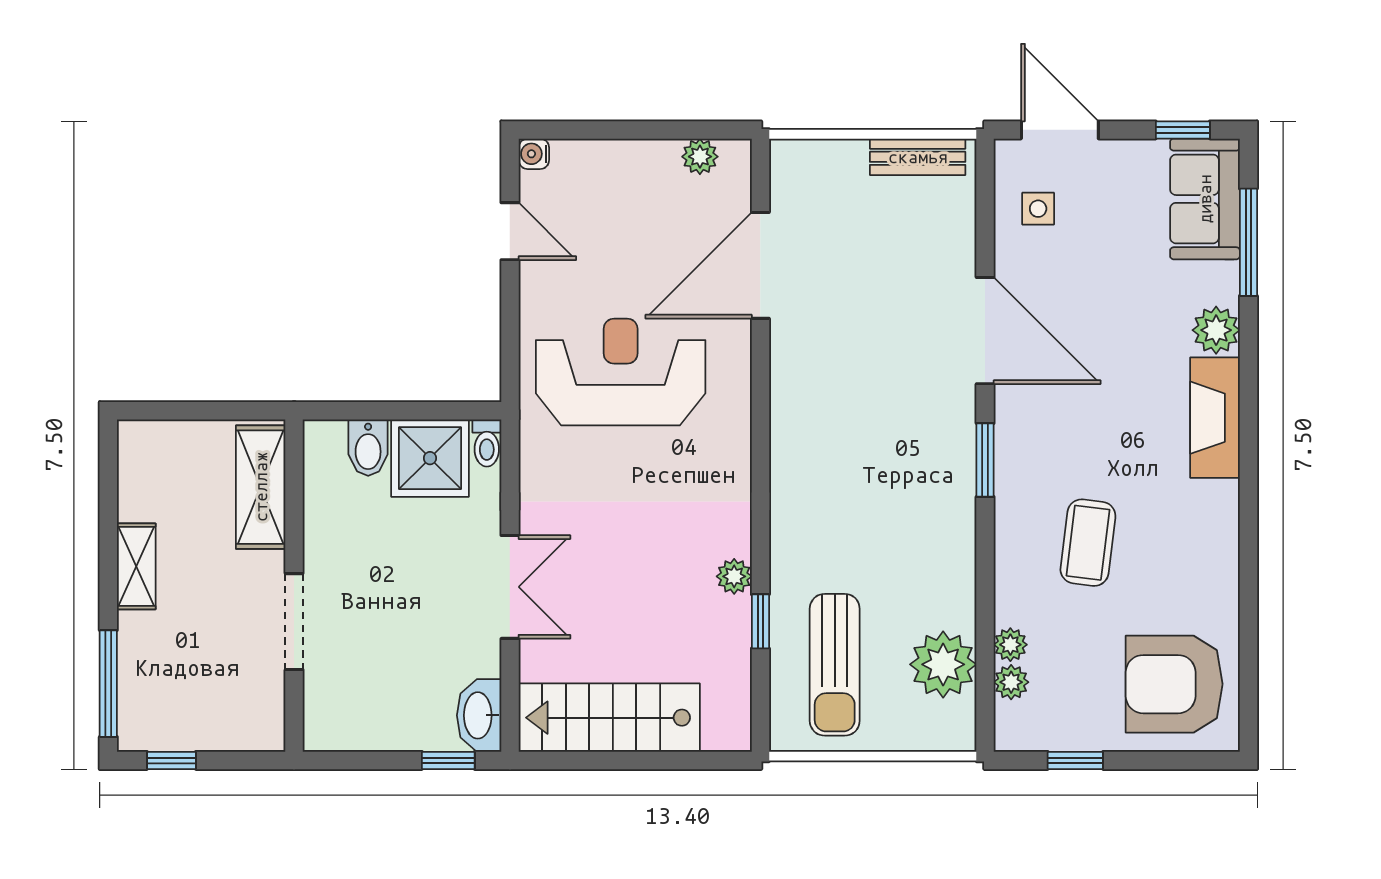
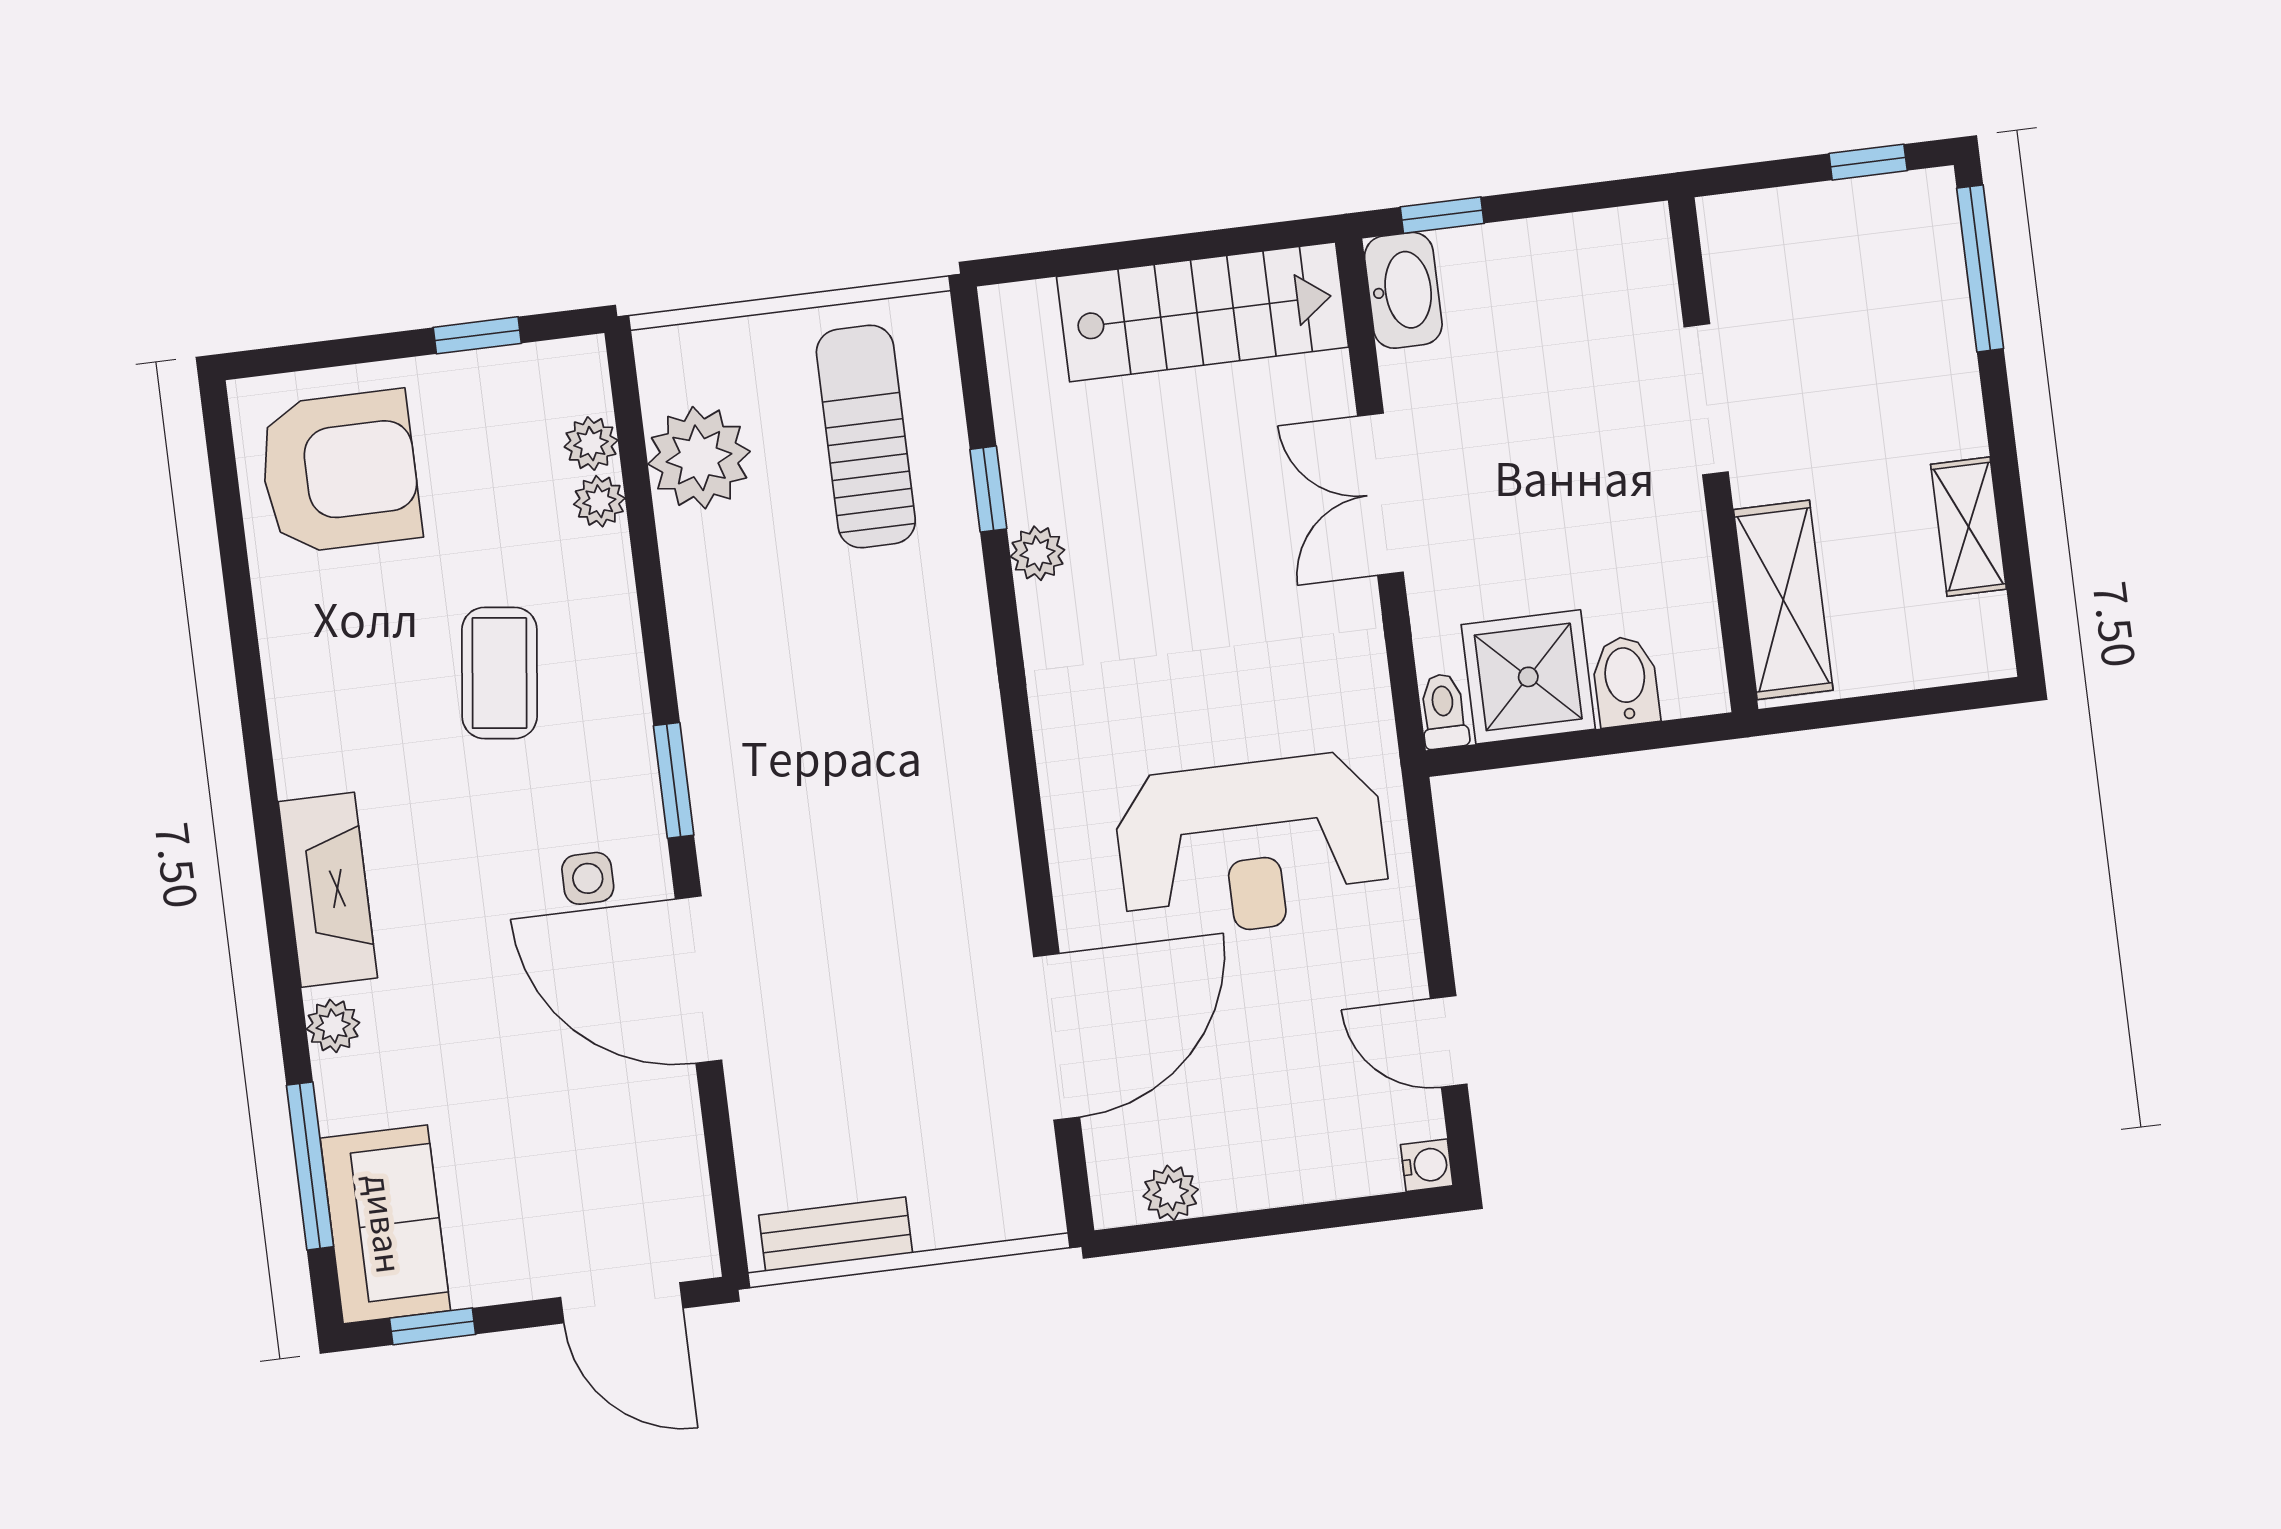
side table: (1038, 209) -> (588, 878), moved
plant: (1216, 330) -> (333, 1026), width x0.73, depth x0.73
shelving: (136, 566) -> (1969, 527), moved

